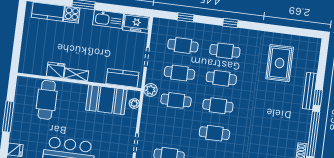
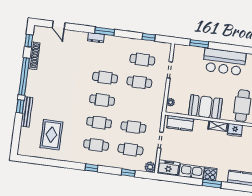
cooker: (72, 15) -> (210, 174), moved
plant: (151, 90) -> (150, 167), moved
booth: (106, 100) -> (205, 107), moved
cafe table: (176, 100) -> (139, 82), moved

